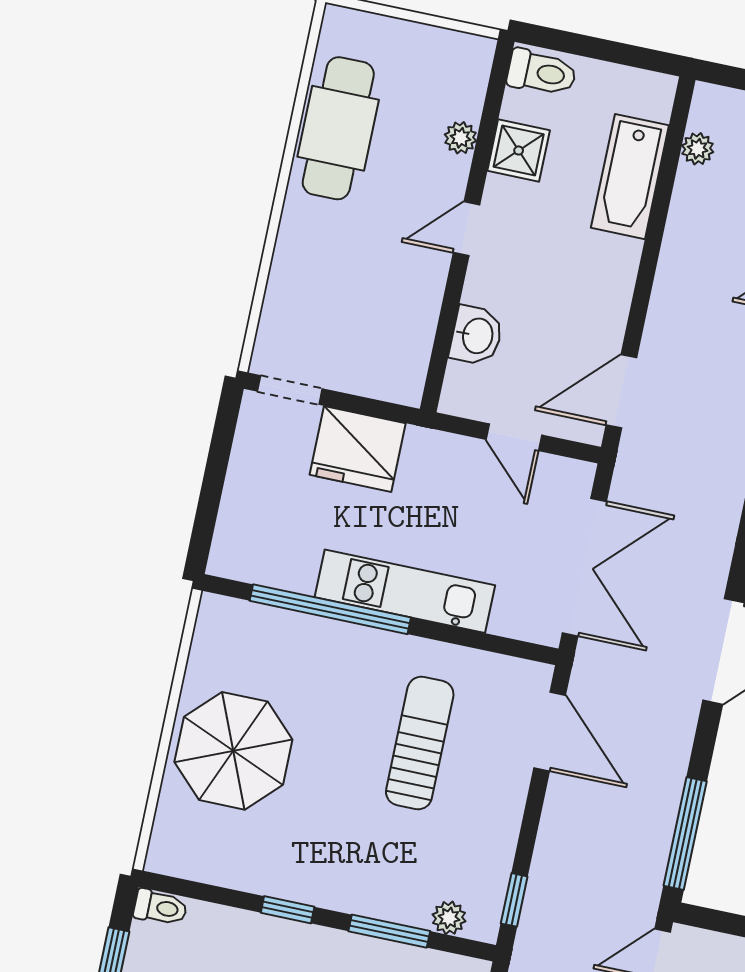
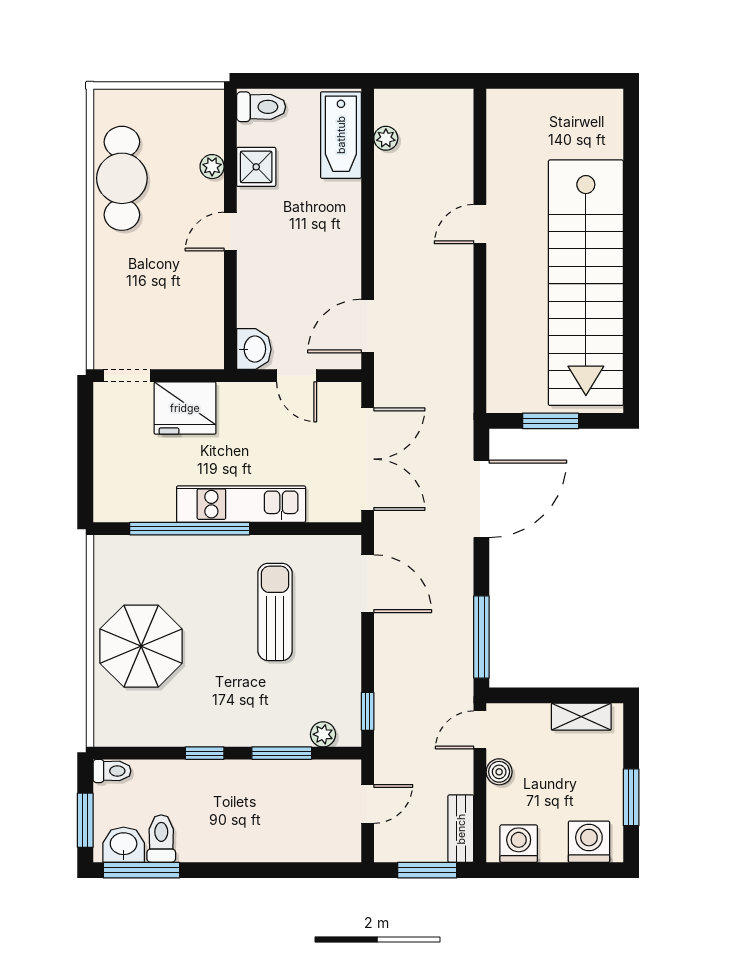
bathtub: (630, 177) -> (341, 135), moved
washbasin: (476, 336) -> (254, 349), moved

